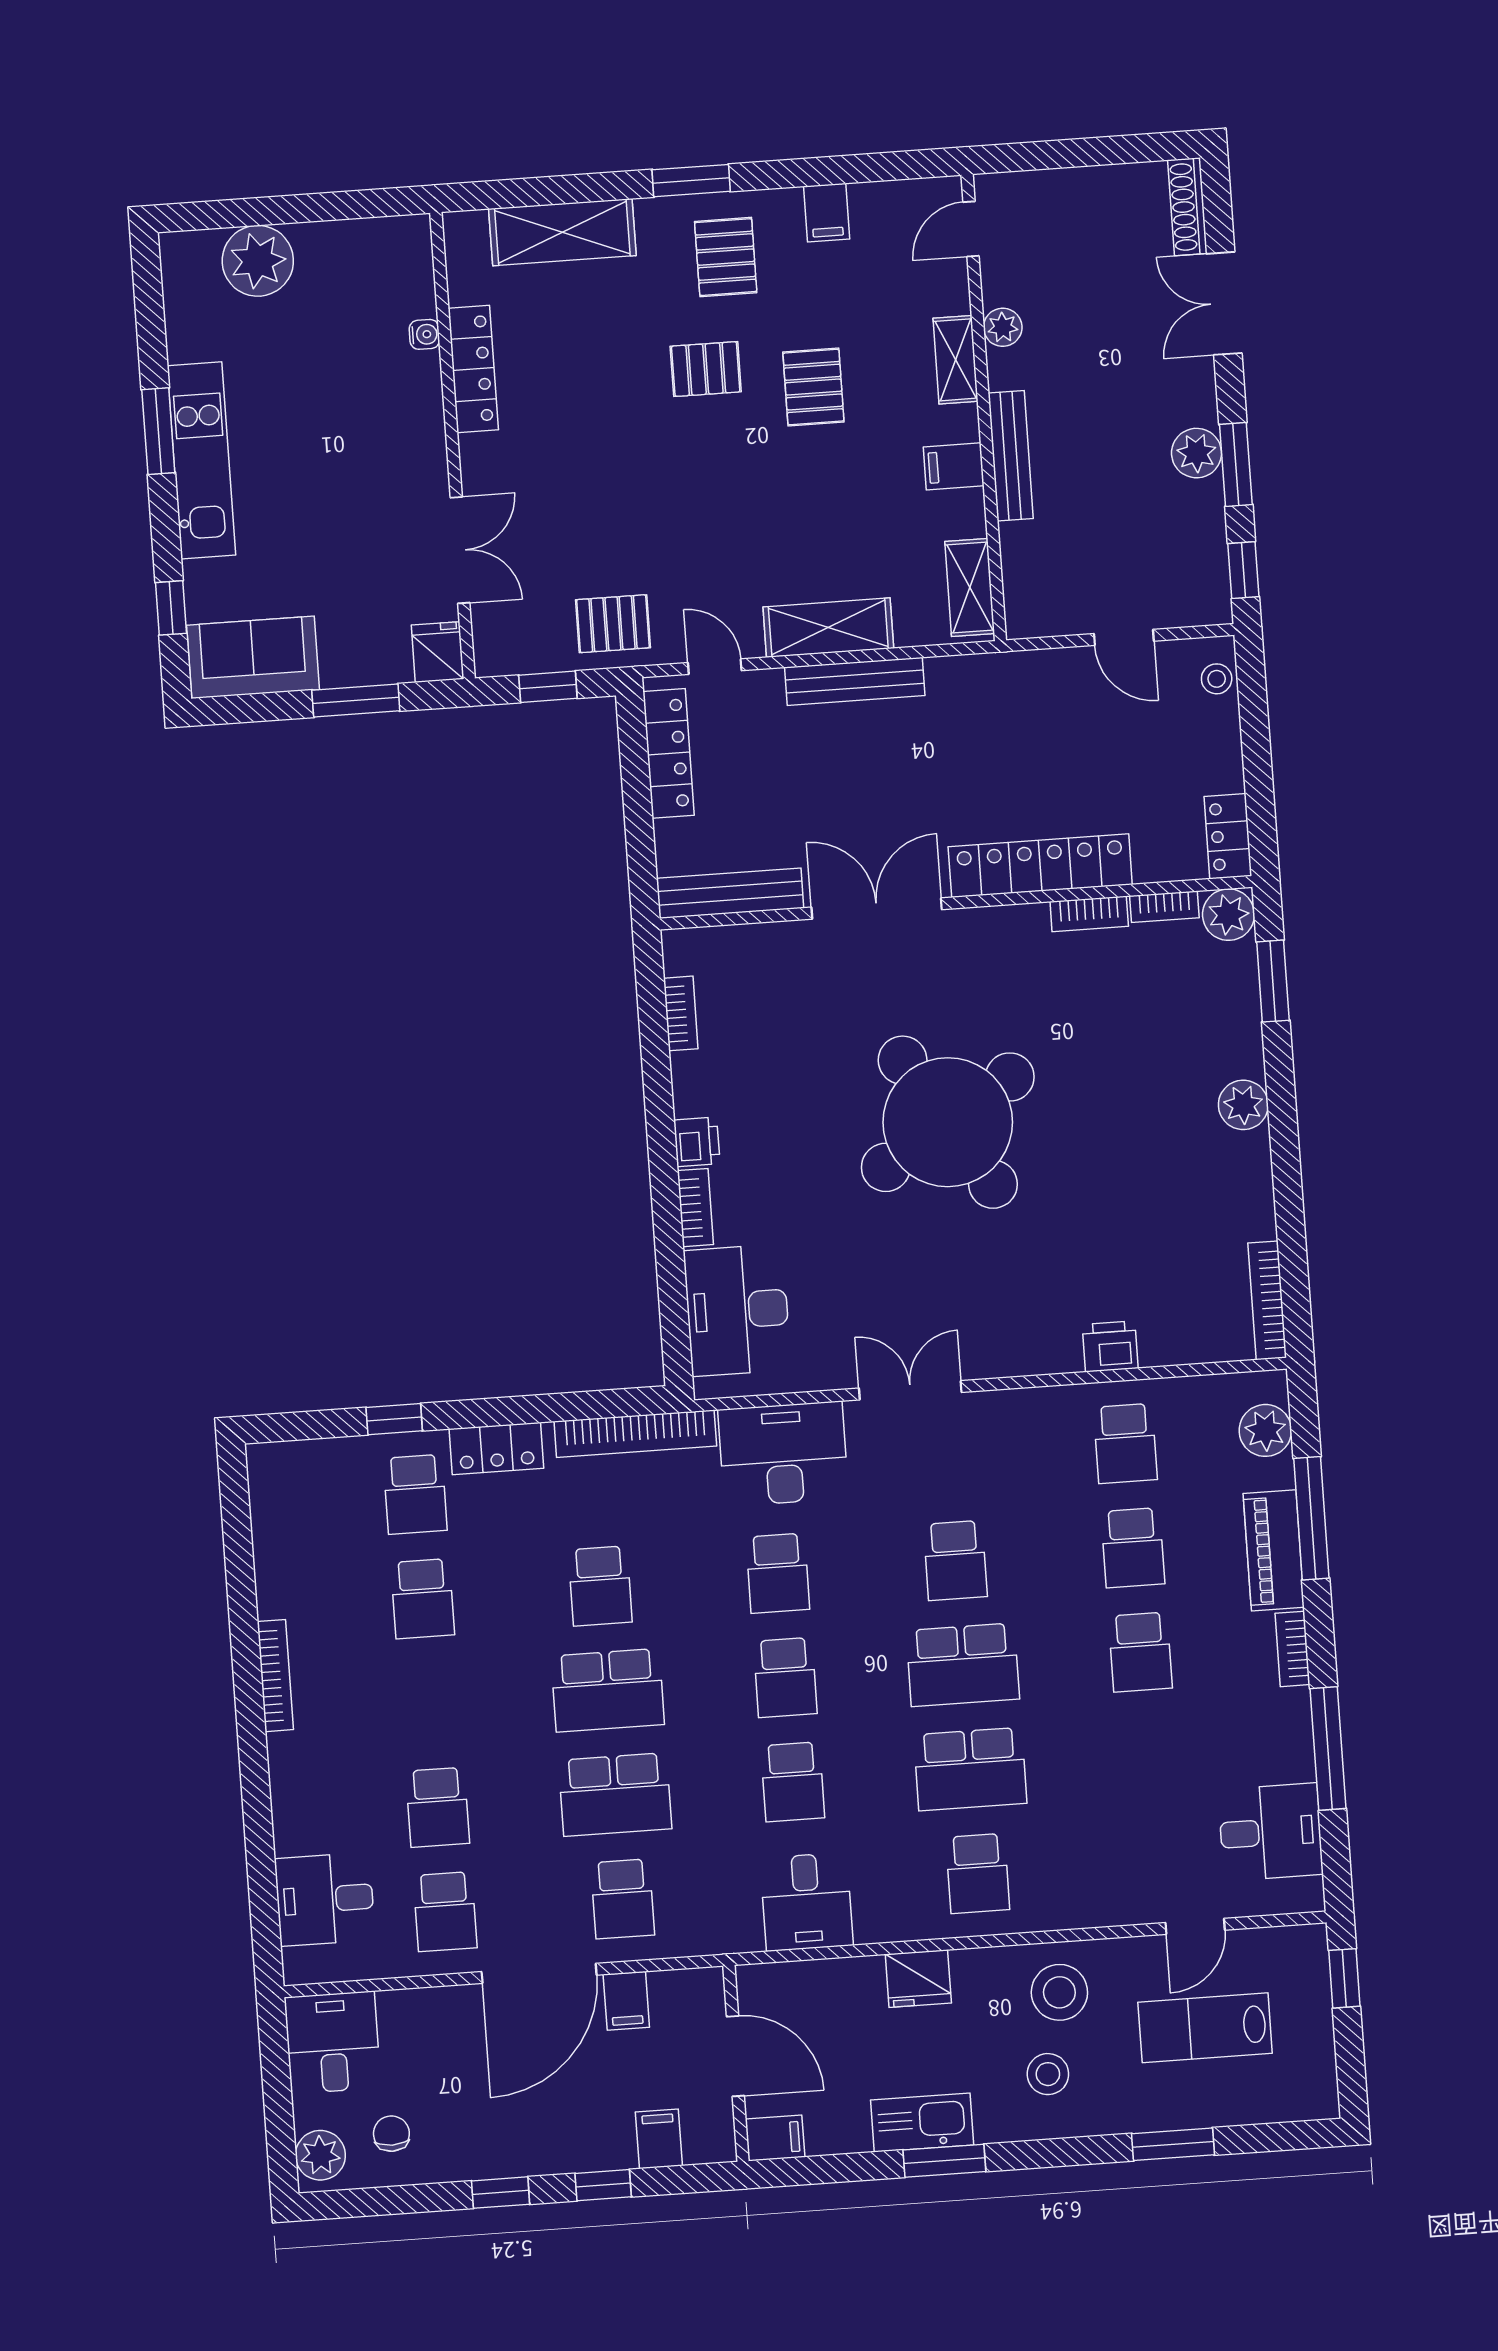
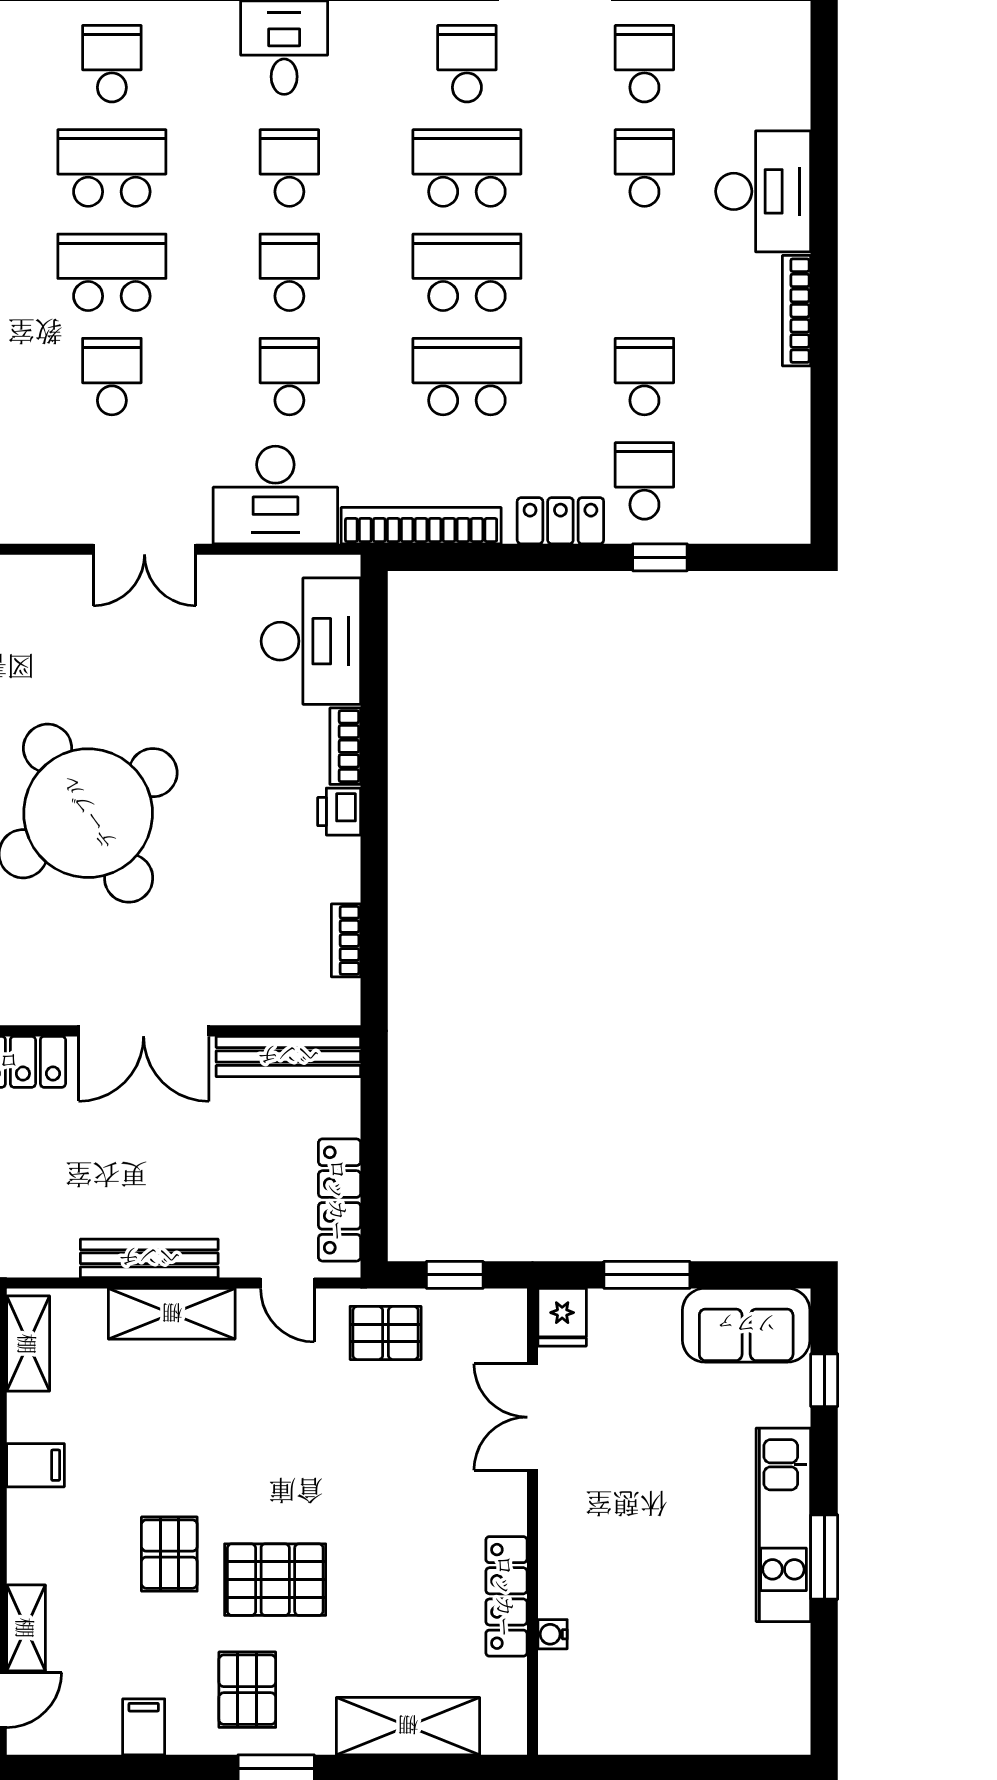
plant: (258, 261) -> (713, 1719), removed
shelving: (955, 360) -> (26, 1628), moved
pallet: (706, 369) -> (275, 1580), width x1.50, depth x1.42
school desk: (600, 1586) -> (467, 377), width x1.85
desk: (325, 1899) -> (763, 191), moved, width x1.37

